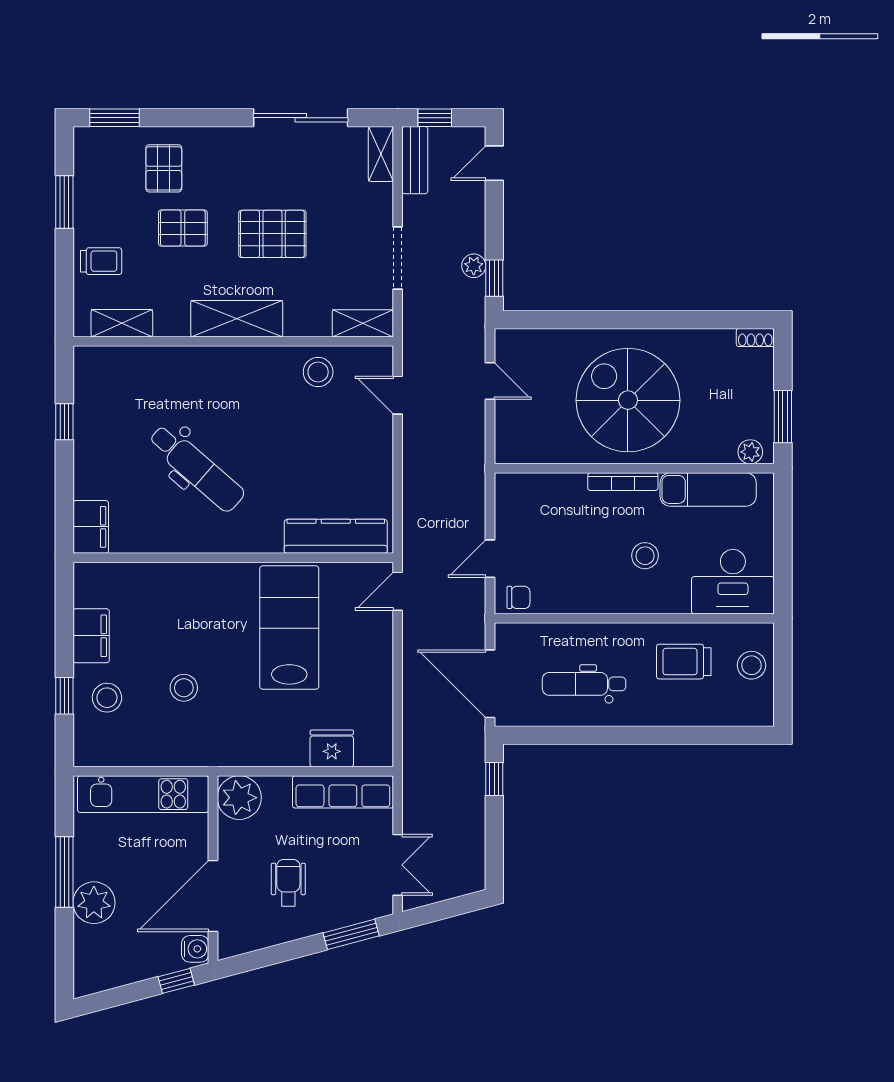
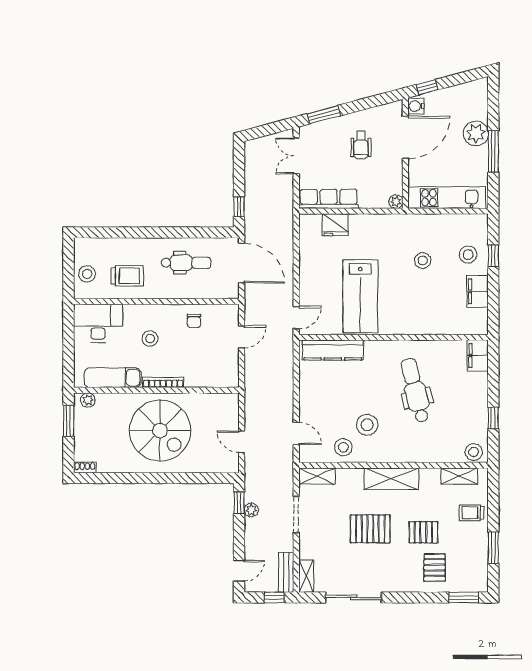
stool: (98, 364) -> (474, 452), added
stool: (278, 410) -> (367, 425), added
dental chair: (196, 468) -> (415, 390), turned 35
chair: (518, 597) -> (194, 321), moved, turned -90
plant: (239, 798) -> (396, 202), width x0.53, depth x0.53

